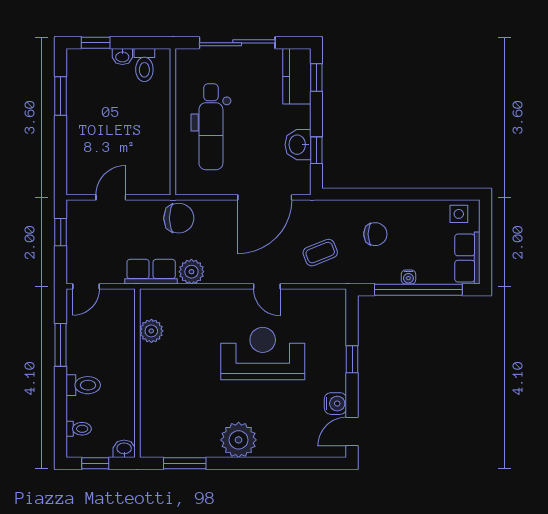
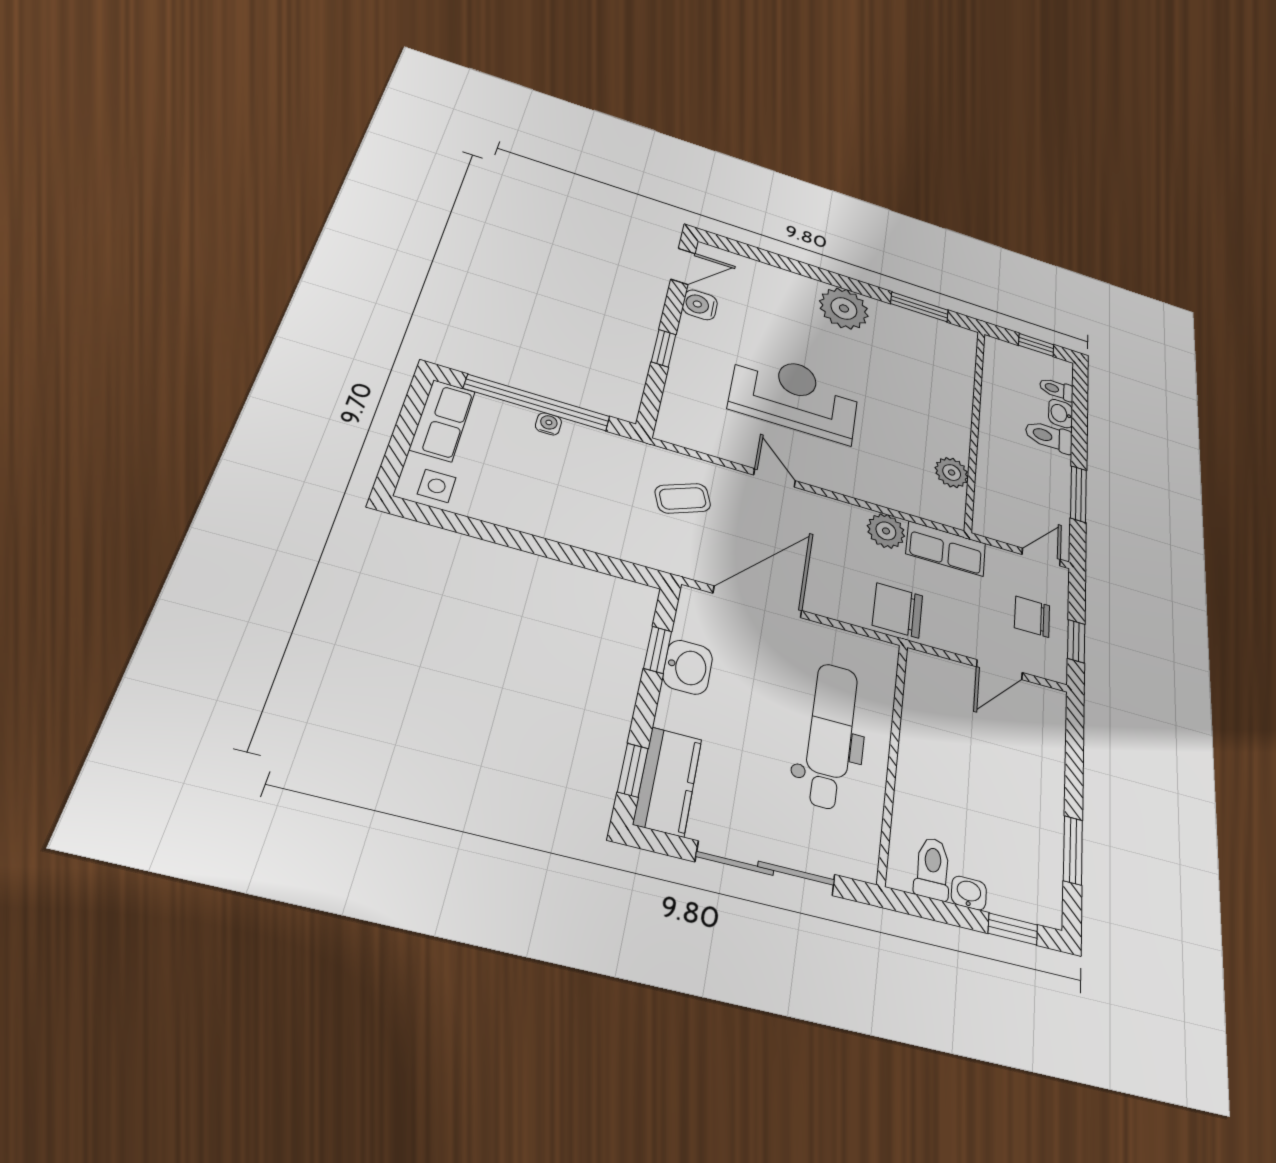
chair: (375, 234) -> (1032, 617), moved
reception desk: (263, 354) -> (795, 396), turned 180
washbasin: (124, 449) -> (1061, 414), moved, turned 90

